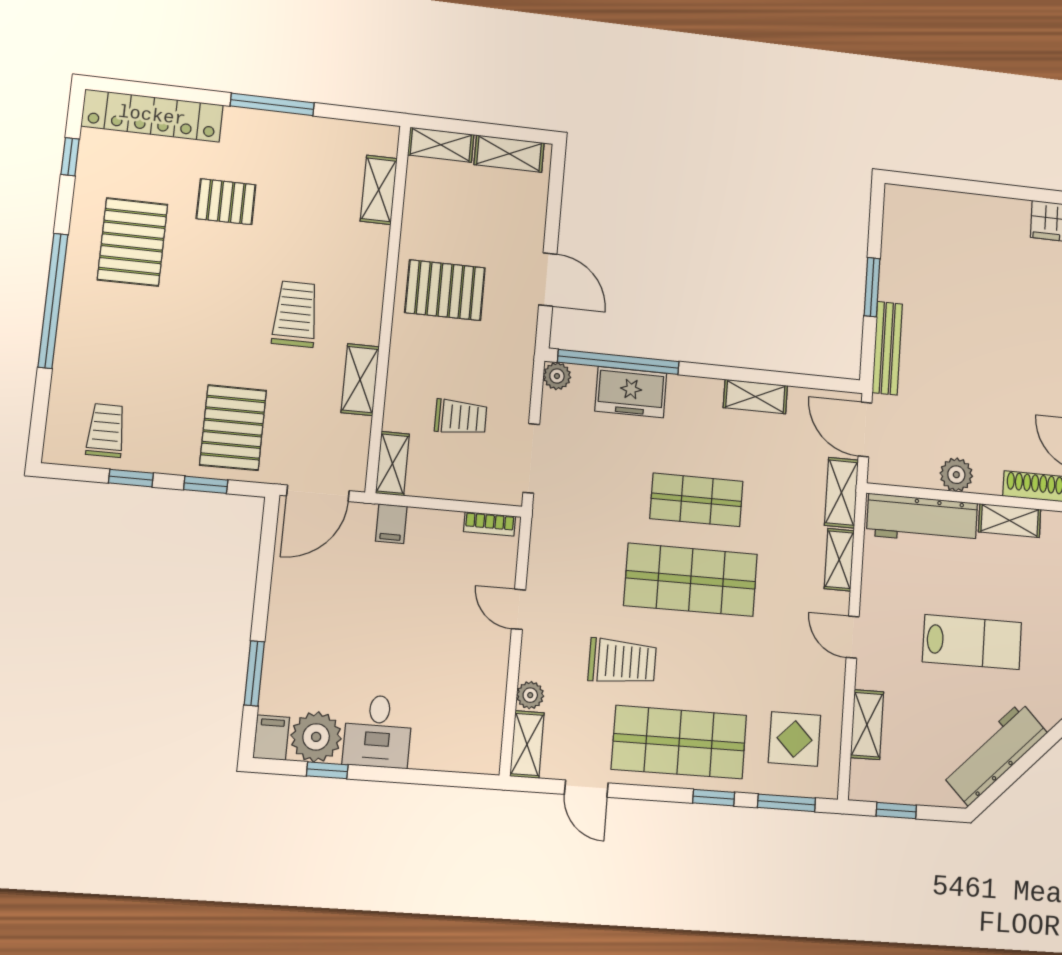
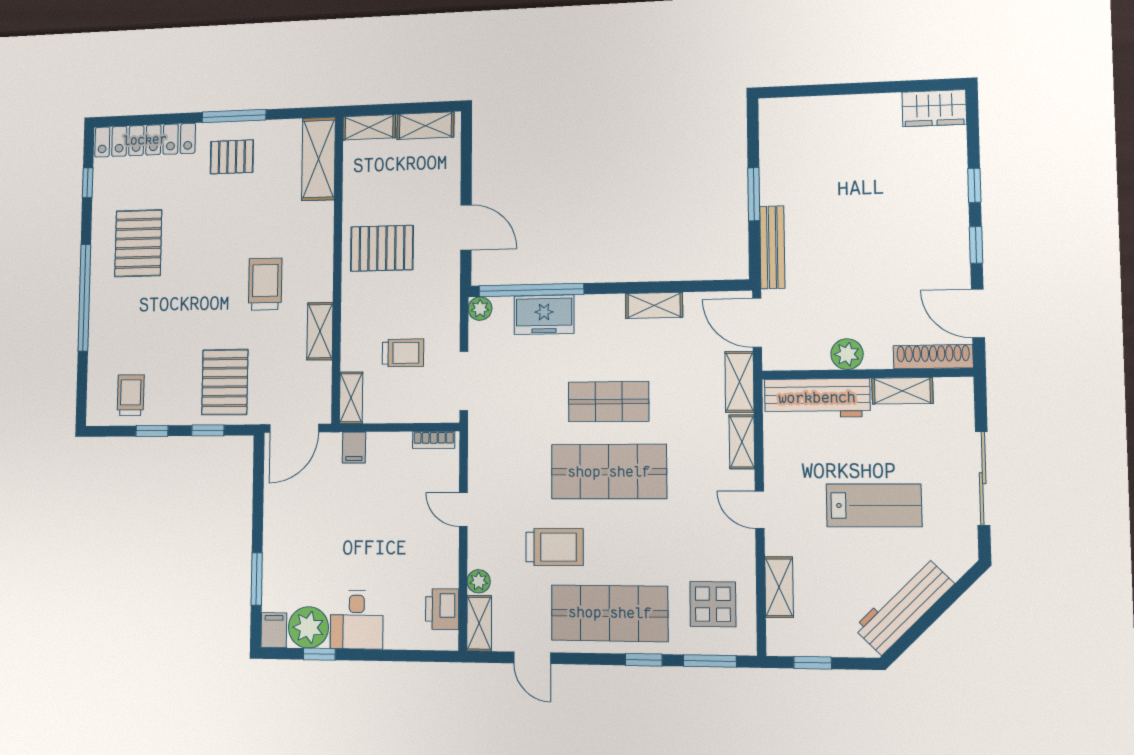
shelving: (379, 190) -> (318, 159), width x1.50, depth x1.33
pallet: (226, 202) -> (232, 157), moved
printer: (484, 725) -> (442, 609), added

